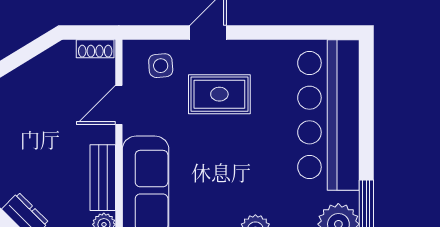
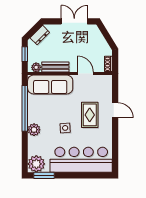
side table: (161, 66) -> (65, 128), moved

